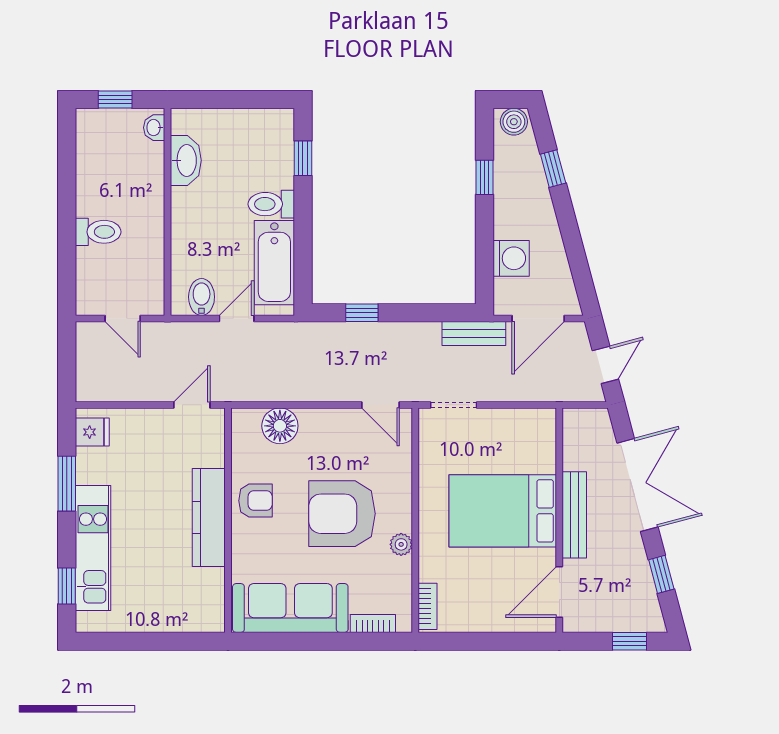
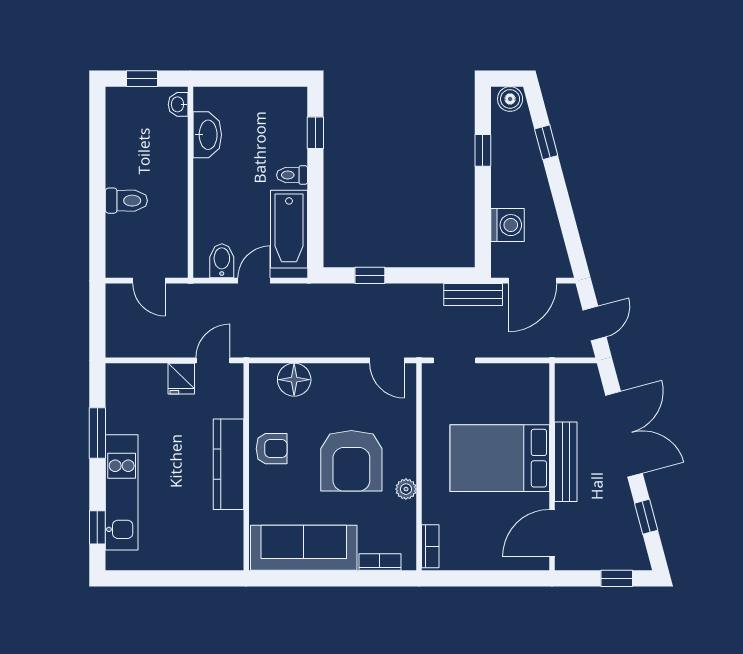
toilet: (271, 204) -> (292, 175), width x0.73, depth x0.72
fridge: (92, 432) -> (181, 379), moved, turned 90
armchair: (342, 514) -> (351, 461), turned -90

